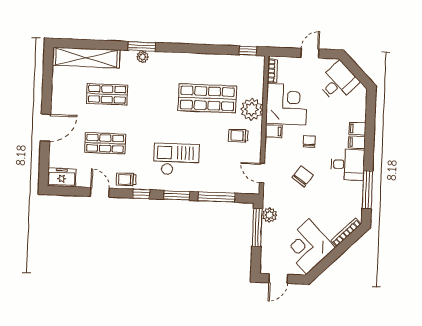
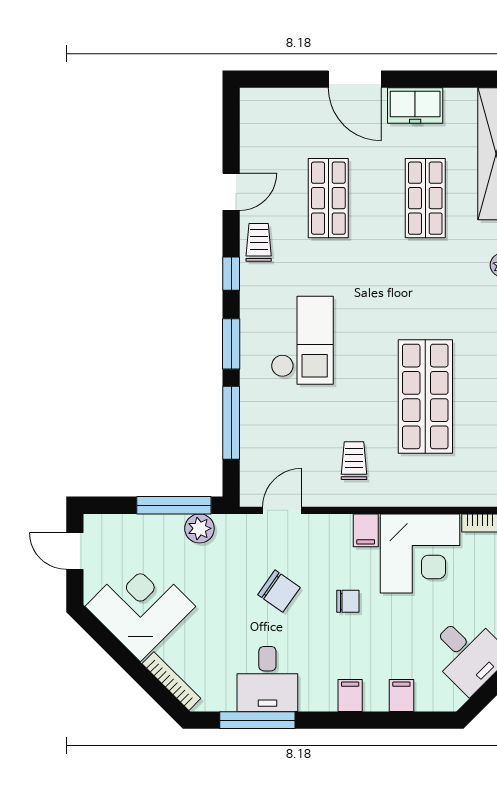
plant: (252, 109) -> (407, 485), removed
filing cabinet: (357, 129) -> (401, 695), moved
desk: (348, 165) -> (267, 679), moved
freezer: (62, 177) -> (415, 106), moved, turned 90

